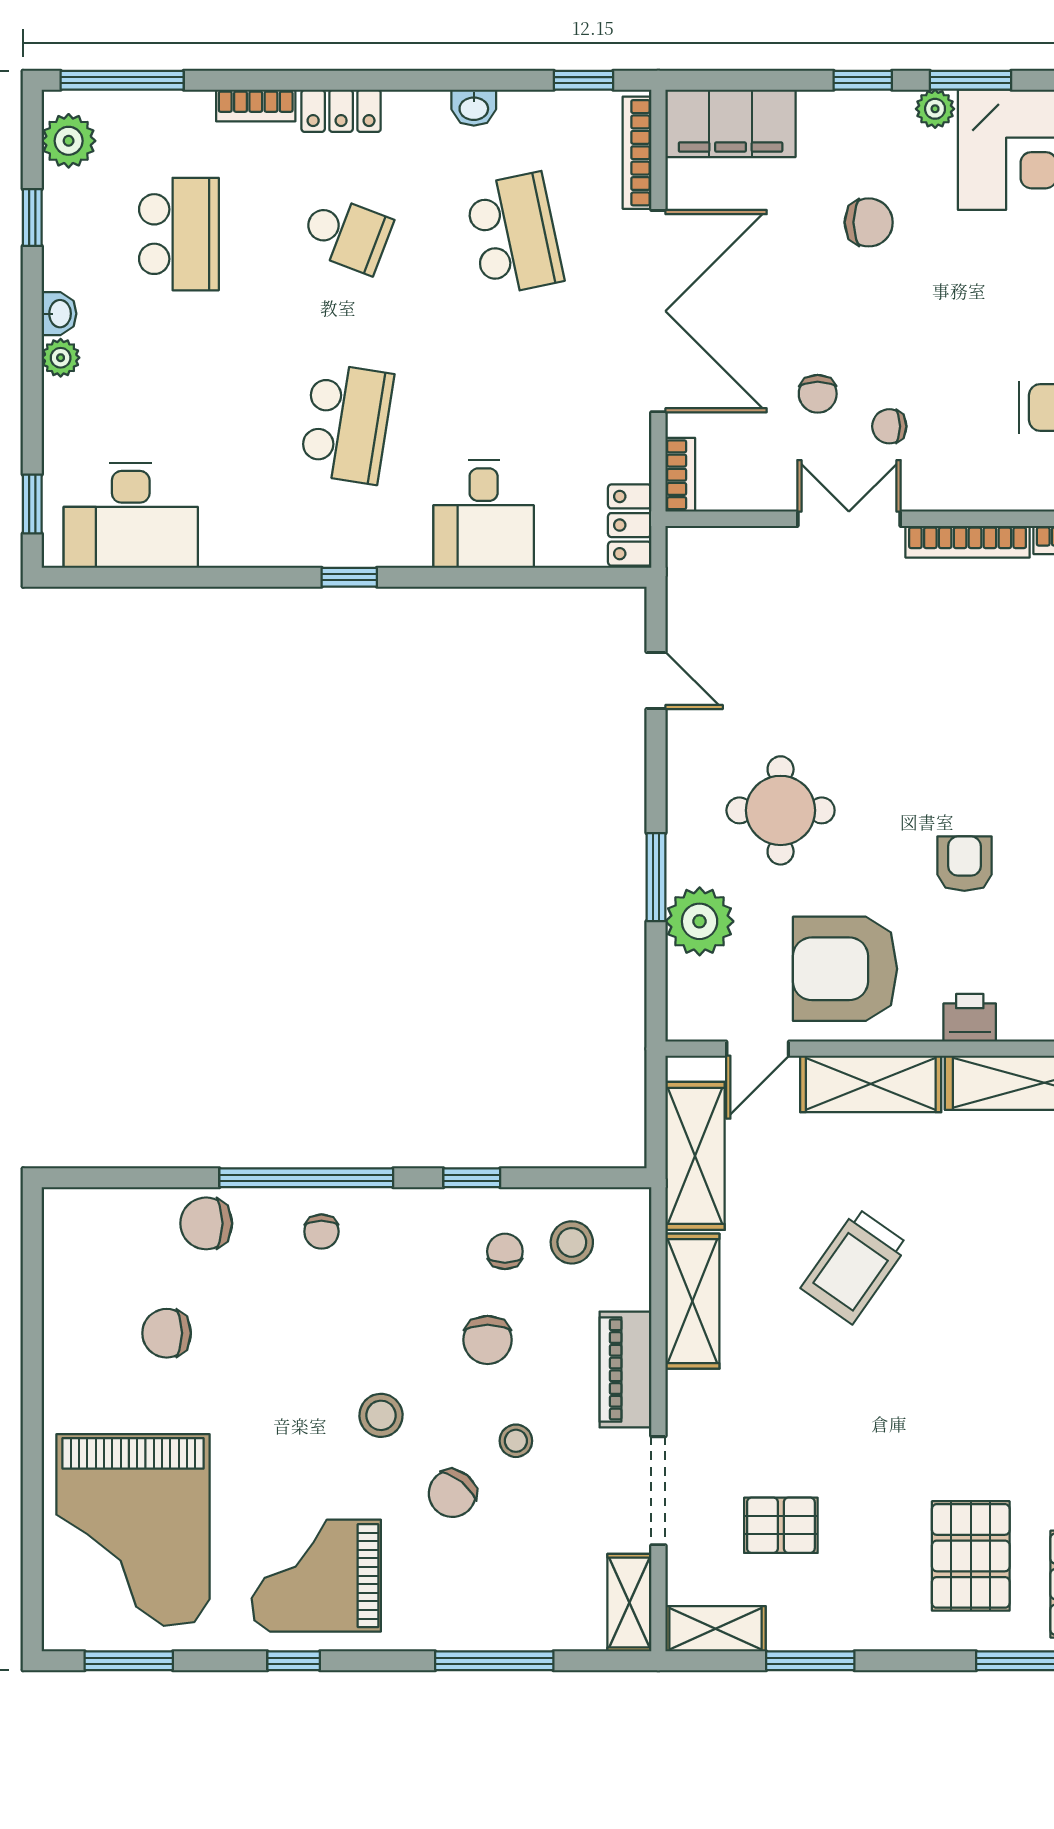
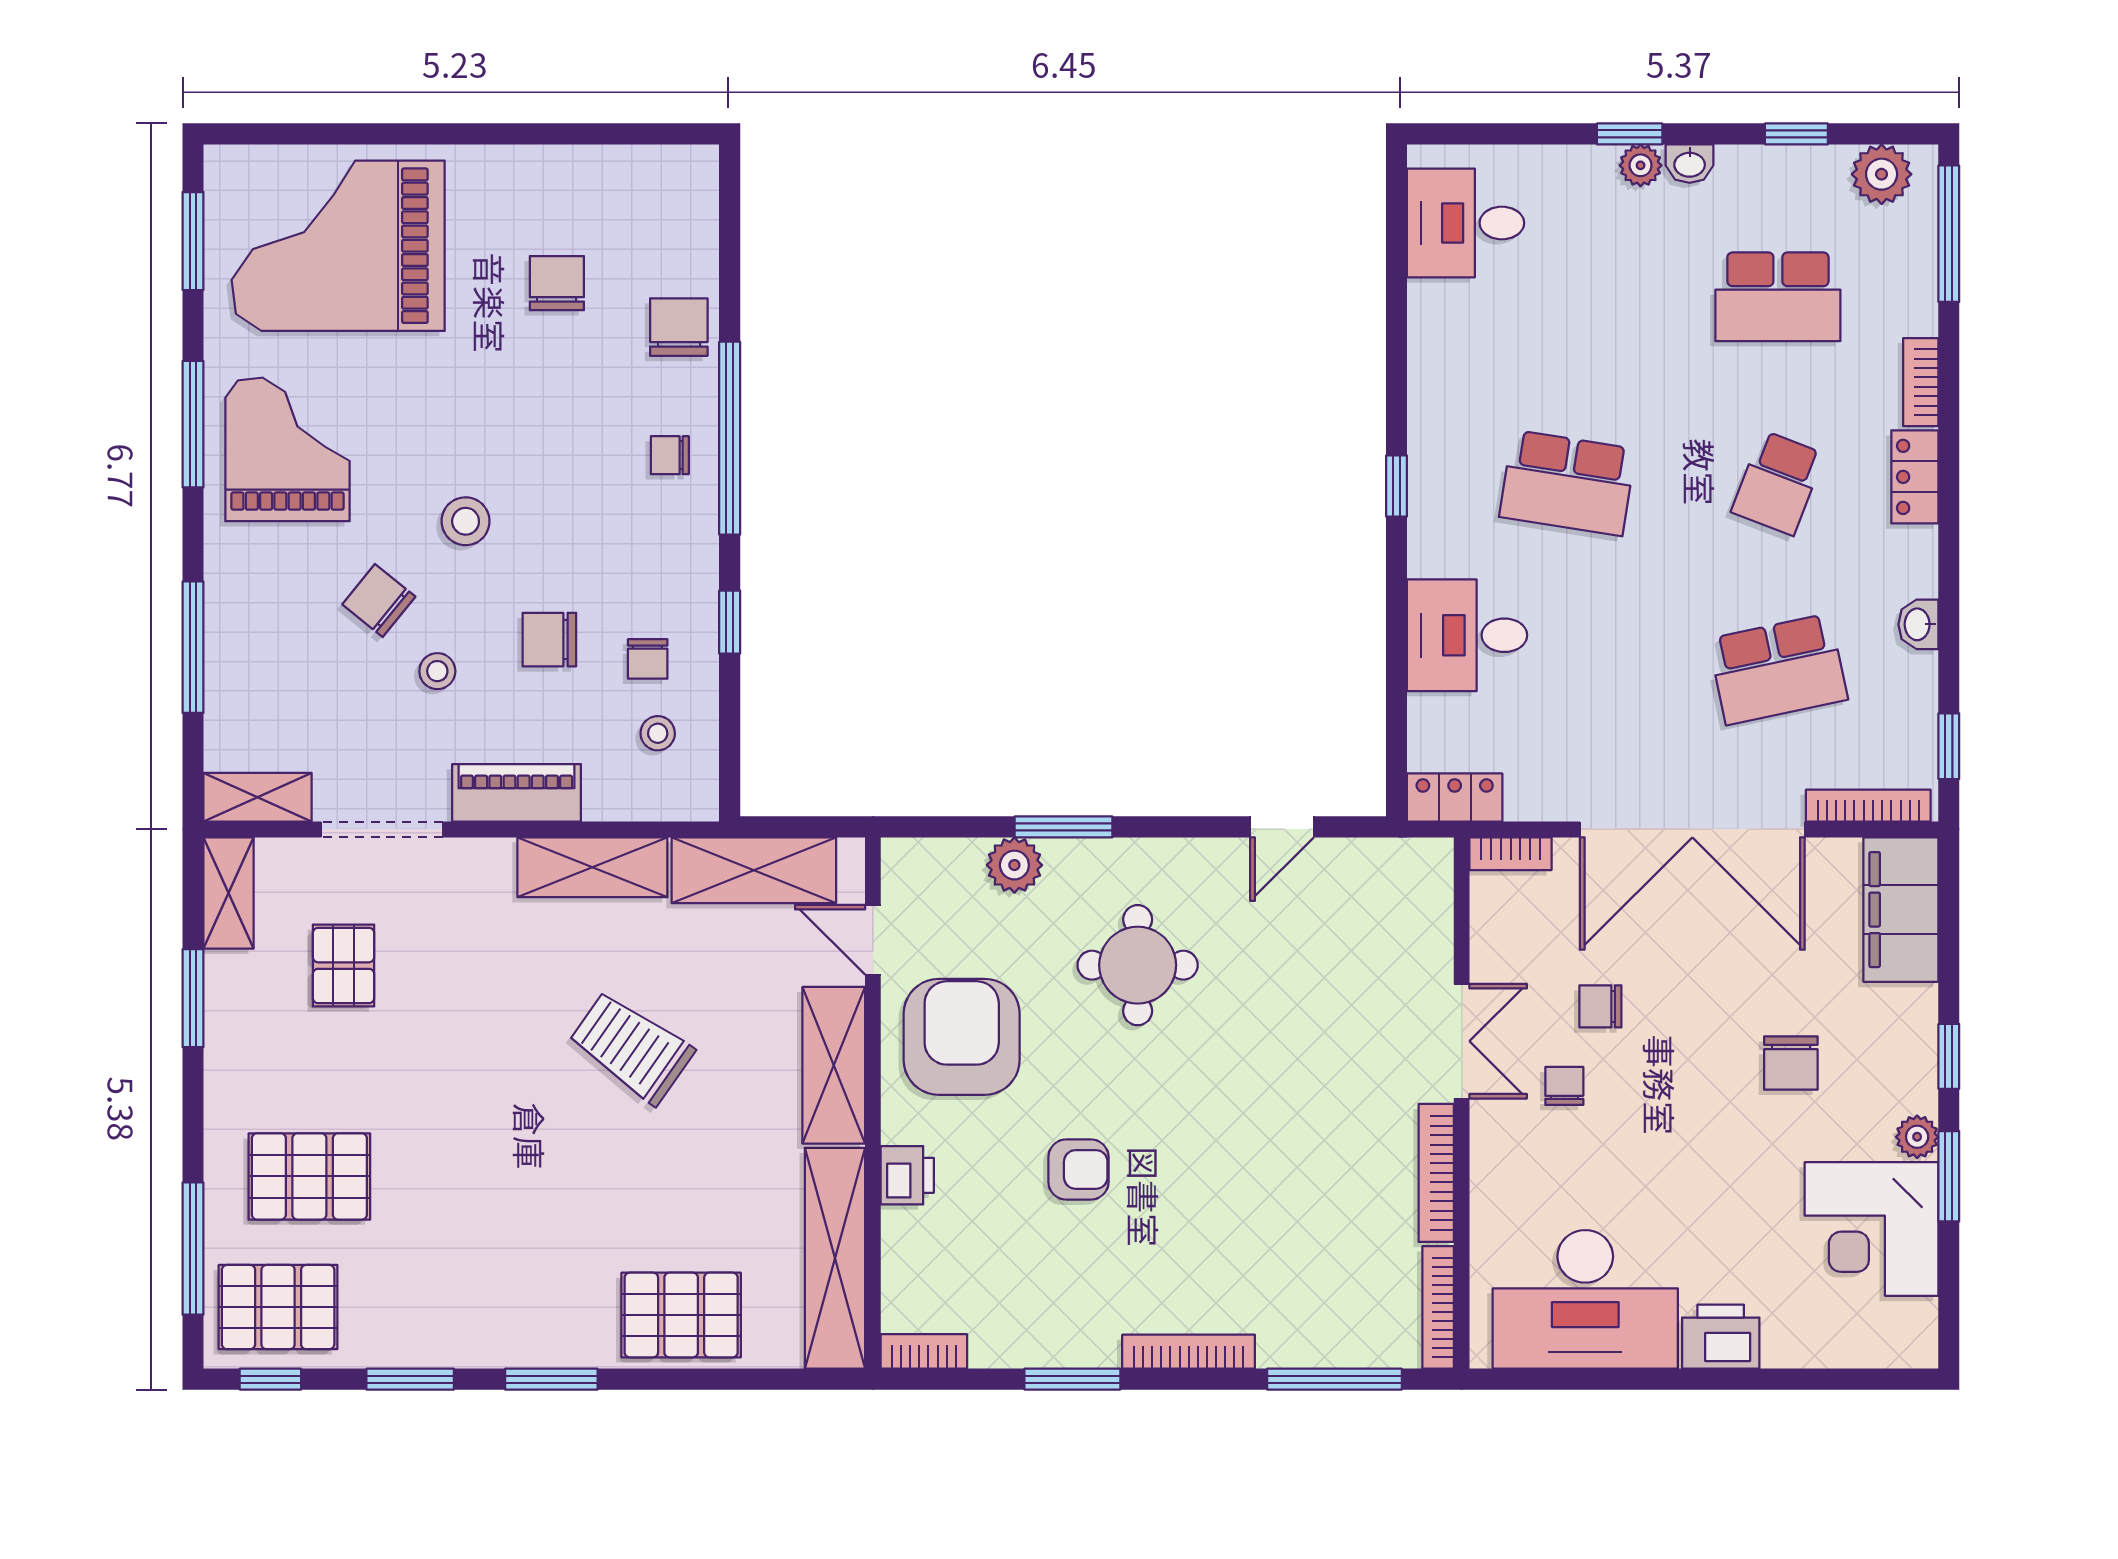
window: (32, 504) -> (1630, 134), moved
desk: (131, 515) -> (1466, 223), width x0.73
plant: (700, 921) -> (1014, 865), width x0.73, depth x0.73
stool: (572, 1242) -> (658, 733), width x0.73, depth x0.73
chair: (505, 1251) -> (648, 659), turned 90
window: (294, 1661) -> (193, 424), width x2.17

